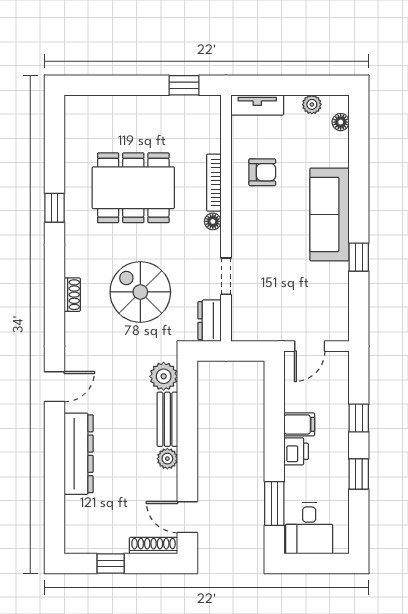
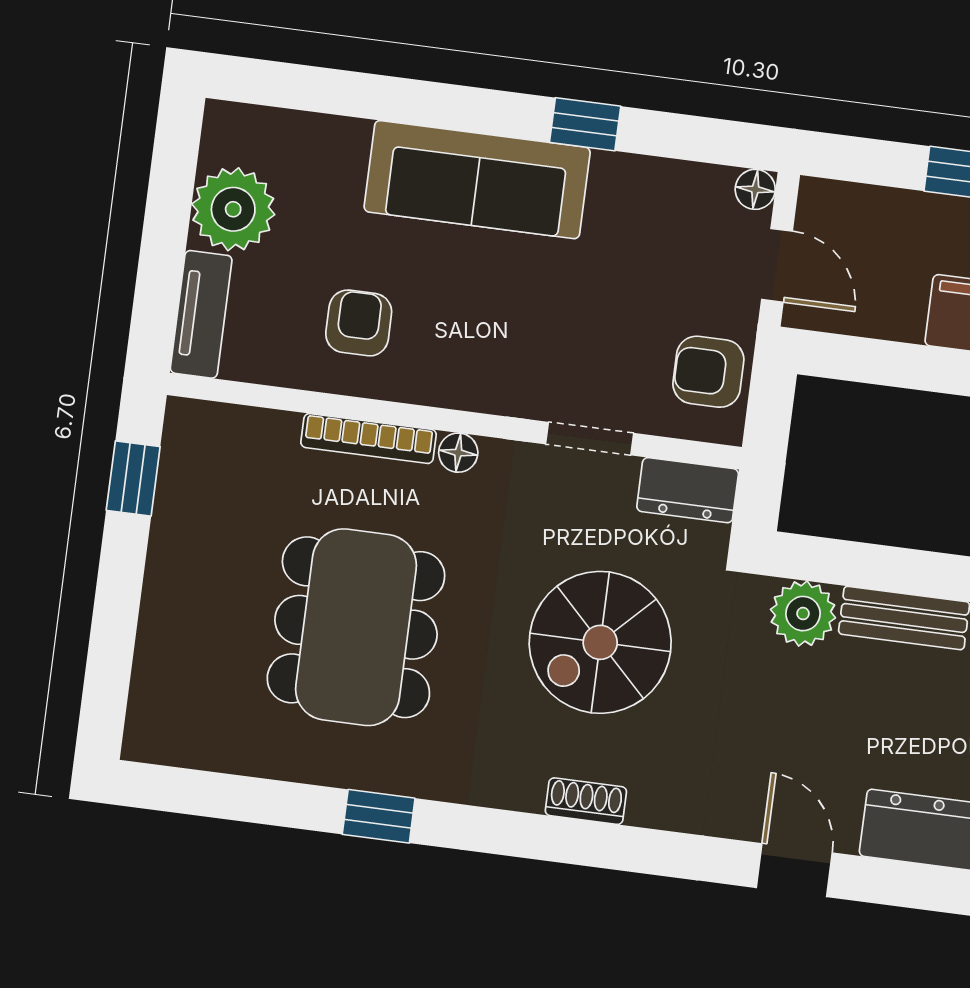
plant: (312, 104) -> (233, 209), width x1.88, depth x1.88
floor lamp: (341, 122) -> (755, 189), moved
armchair: (261, 323) -> (708, 372), added

